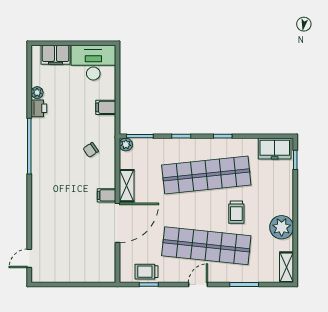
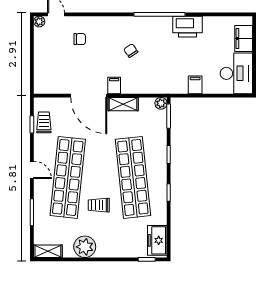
plant: (37, 93) -> (39, 22), moved
printer: (39, 108) -> (187, 27), width x1.87, depth x1.48
chair: (91, 150) -> (131, 51), moved
chair: (56, 233) -> (80, 39), added

